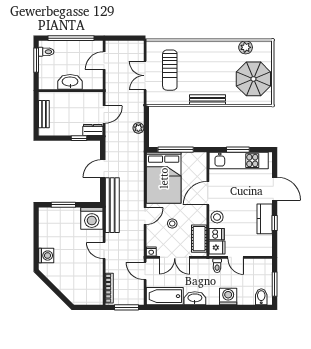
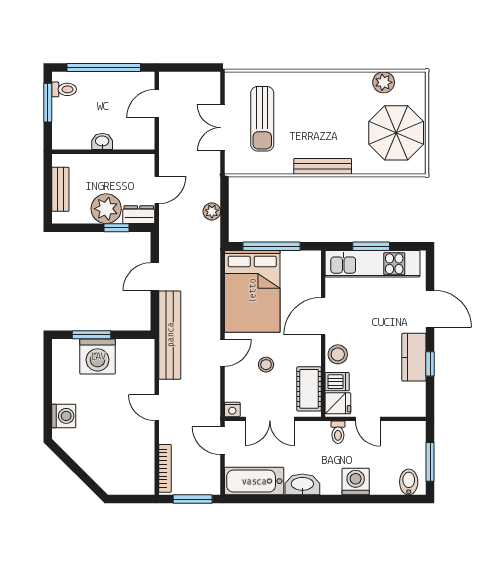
washbasin: (70, 82) -> (102, 141), width x0.52, depth x0.69
plant: (73, 126) -> (106, 209), added
washing machine: (92, 218) -> (98, 356), moved

